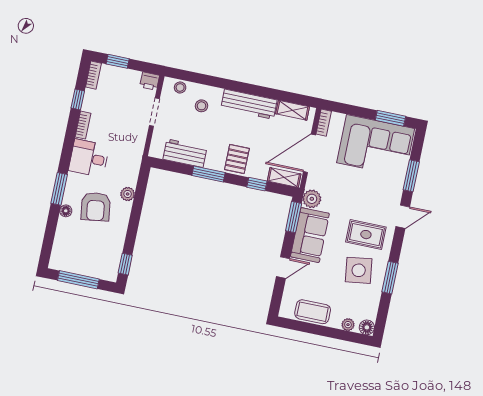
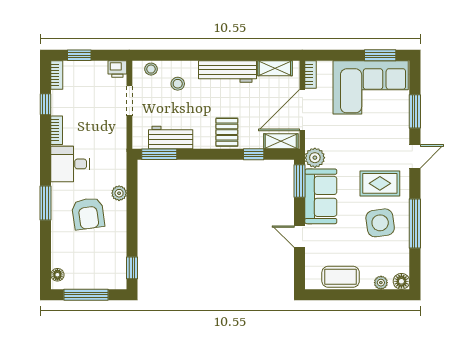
window: (208, 174) -> (159, 154), moved
floor lamp: (66, 211) -> (57, 275), moved
door: (283, 268) -> (300, 237), swing flipped
window: (390, 278) -> (415, 224), width x1.44

